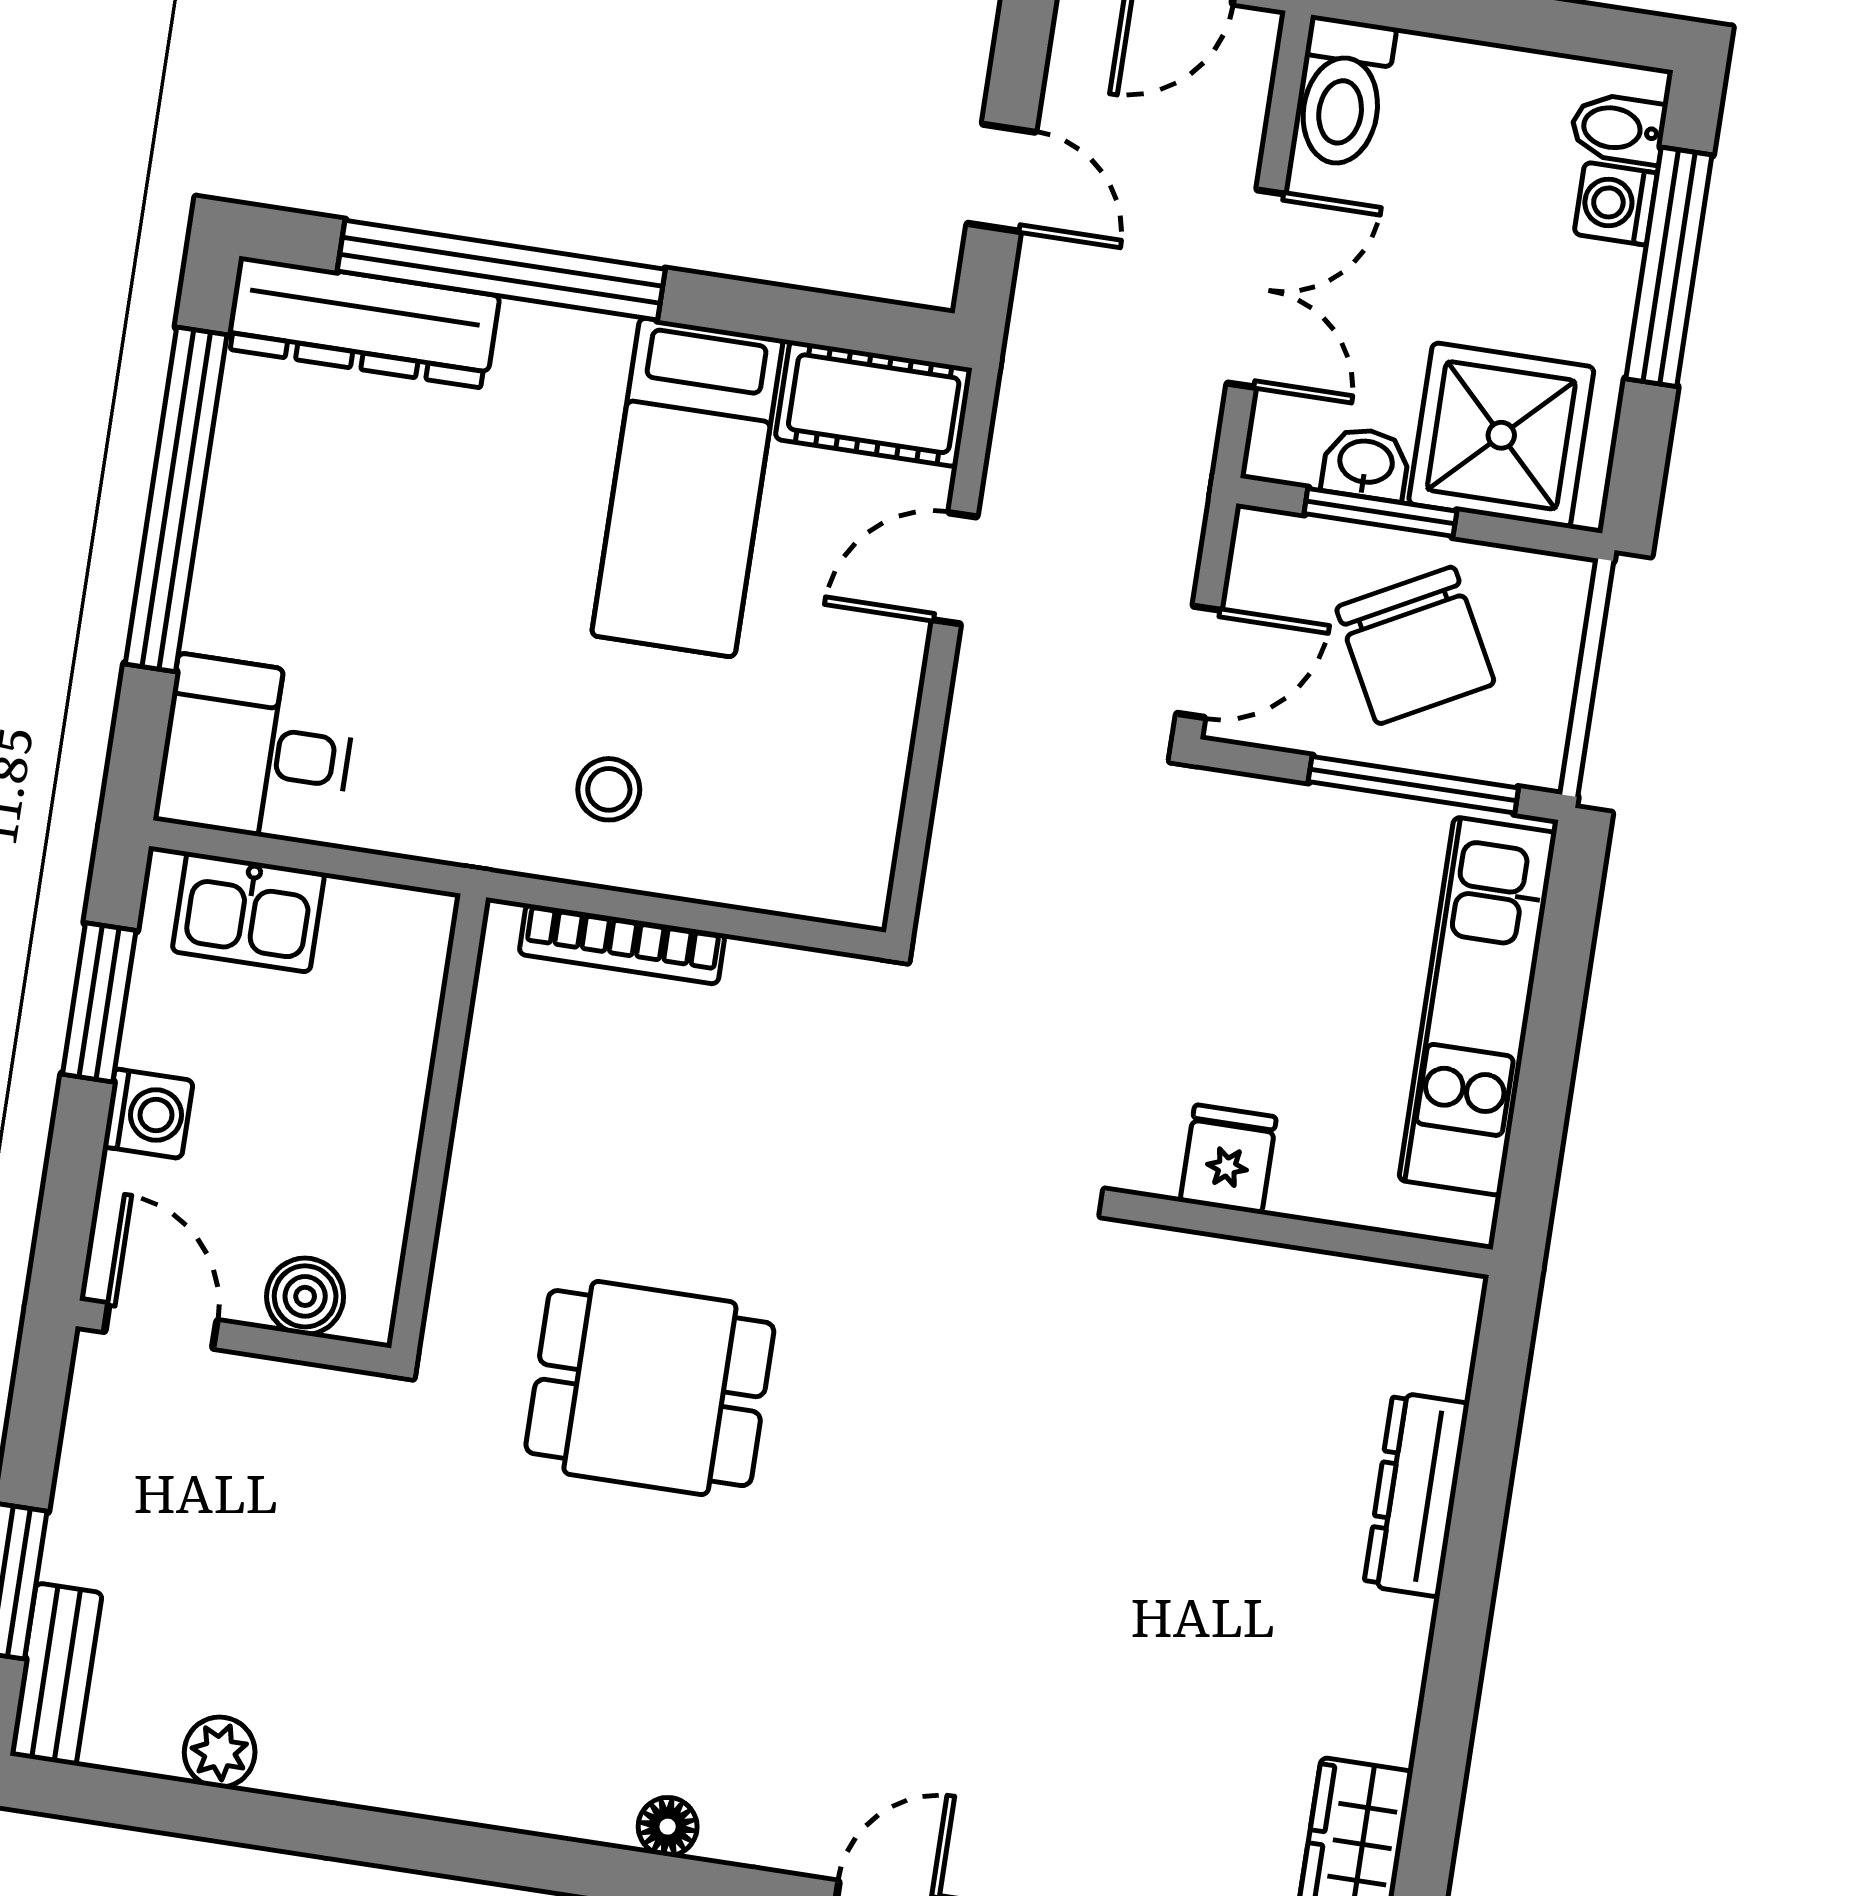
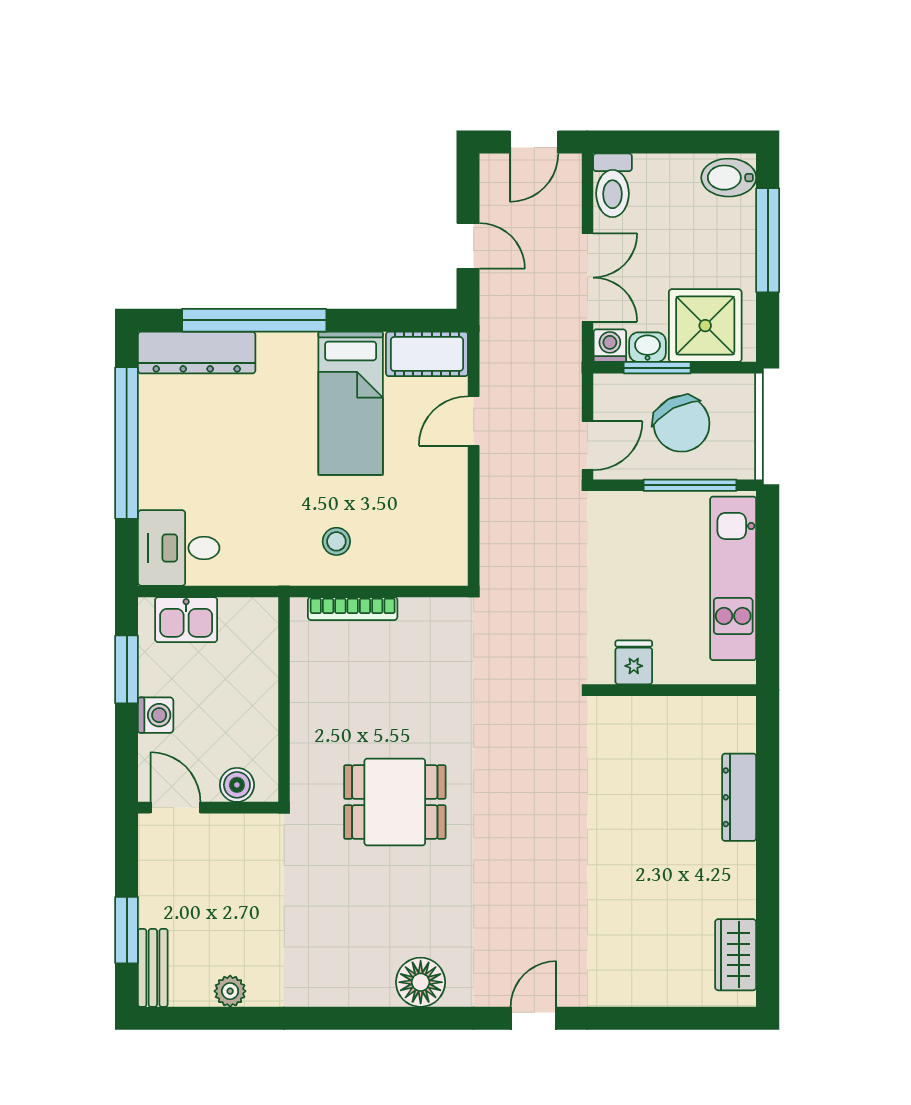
bidet: (1618, 129) -> (729, 178), width x1.38, depth x1.36
washing machine: (1616, 204) -> (610, 346), moved, turned 90
floor lamp: (668, 1827) -> (421, 982), width x1.89, depth x1.89

